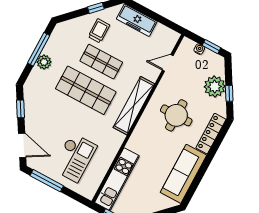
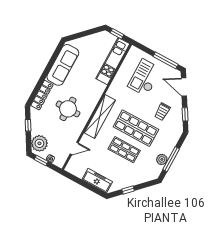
trolley: (99, 31) -> (162, 112), moved
plant: (44, 62) -> (162, 159), moved
plant: (215, 87) -> (39, 143), moved

